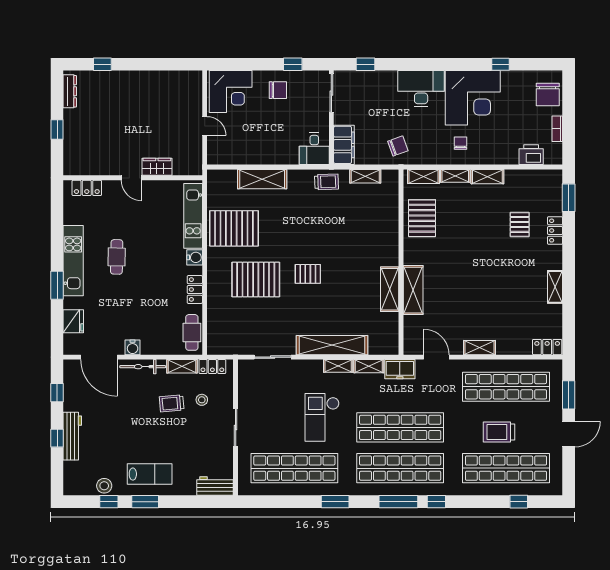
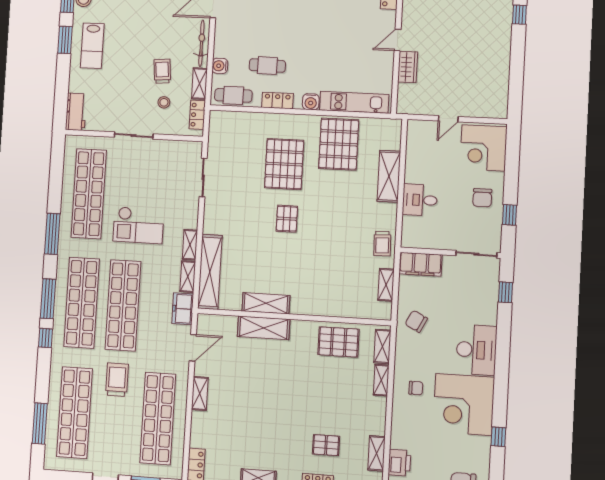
chair: (398, 146) -> (416, 321), turned 137
desk: (314, 149) -> (420, 200), moved
shelving: (487, 177) -> (376, 453), moved
cafe table: (117, 257) -> (267, 66), moved
shelving: (332, 345) -> (210, 272), moved
water cooler: (133, 347) -> (220, 66), moved
checkout: (322, 417) -> (138, 225), turned 180
trolley: (499, 432) -> (117, 380), moved
window: (335, 502) -> (52, 234), width x1.44
window: (519, 502) -> (40, 423), width x2.17

